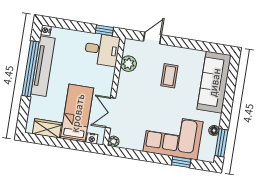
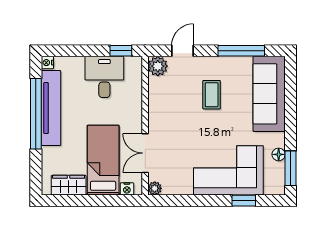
window: (198, 45) -> (241, 51), added
desk: (102, 50) -> (104, 77), moved, turned -90
plant: (128, 64) -> (158, 66), moved

